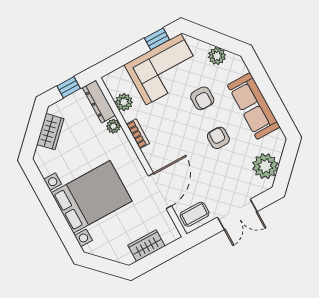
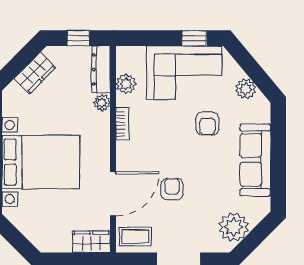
armchair: (218, 138) -> (172, 189), moved
wardrobe: (146, 246) -> (91, 242), moved

